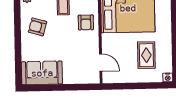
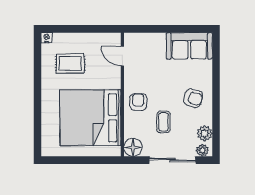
rug: (146, 55) -> (70, 63), turned 90

